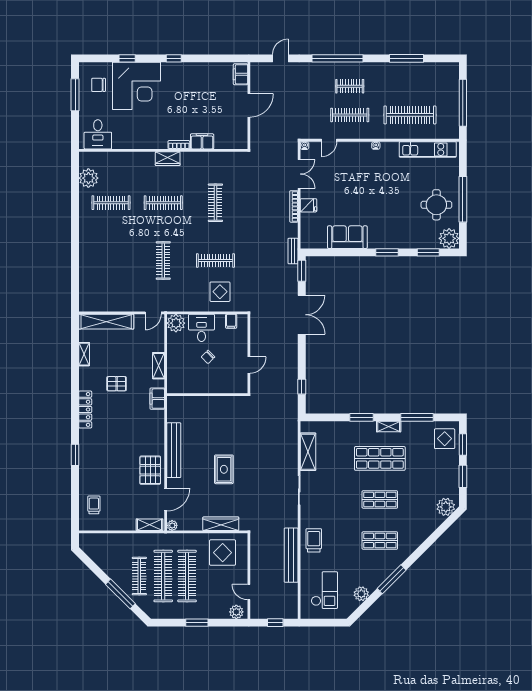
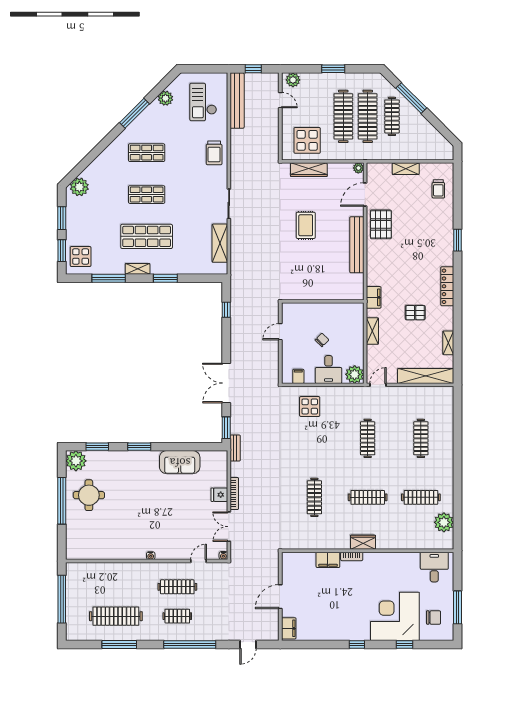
clothes rail: (410, 115) -> (116, 616), moved
kitchen unit: (428, 149) -> (98, 552), removed
clothes rail: (215, 260) -> (421, 438), moved, turned 90
shelving: (149, 525) -> (406, 169), moved
bench: (291, 555) -> (237, 101), moved

